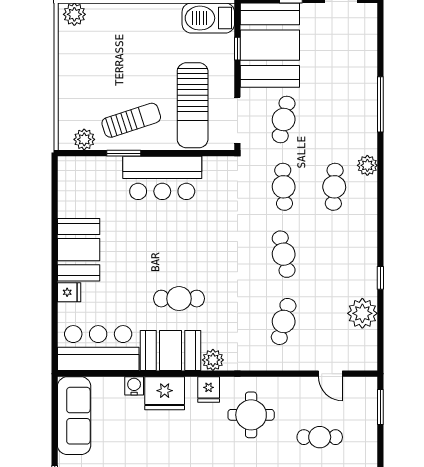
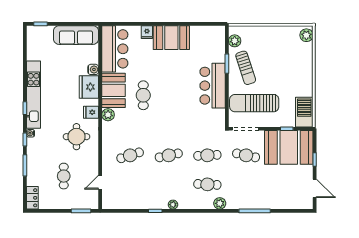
plant: (362, 313) -> (173, 205), moved, width x0.53, depth x0.53
cafe table: (284, 321) -> (130, 155), turned -33

